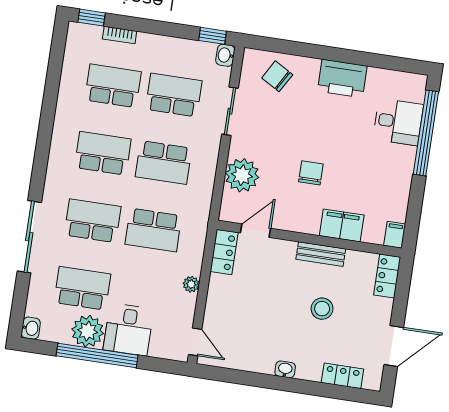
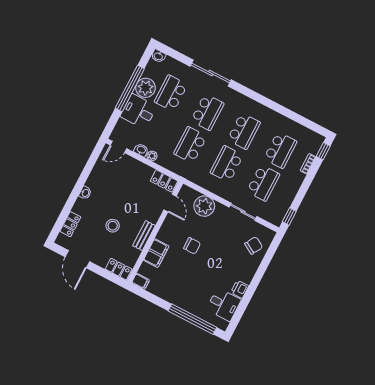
washbasin: (225, 55) -> (141, 150), moved
printer: (342, 79) -> (240, 289), width x0.53, depth x0.68
desk: (398, 122) -> (224, 305), moved, turned -90
school desk: (82, 288) -> (171, 93), turned 180

